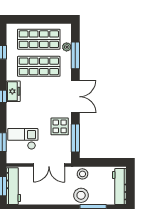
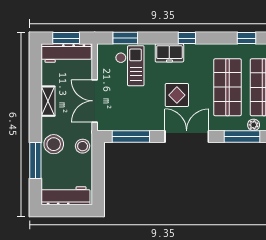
freezer: (13, 91) -> (169, 53), moved
double door: (75, 97) -> (187, 136), swing flipped
display table: (60, 126) -> (177, 95), moved
shelving: (49, 200) -> (48, 101), added

